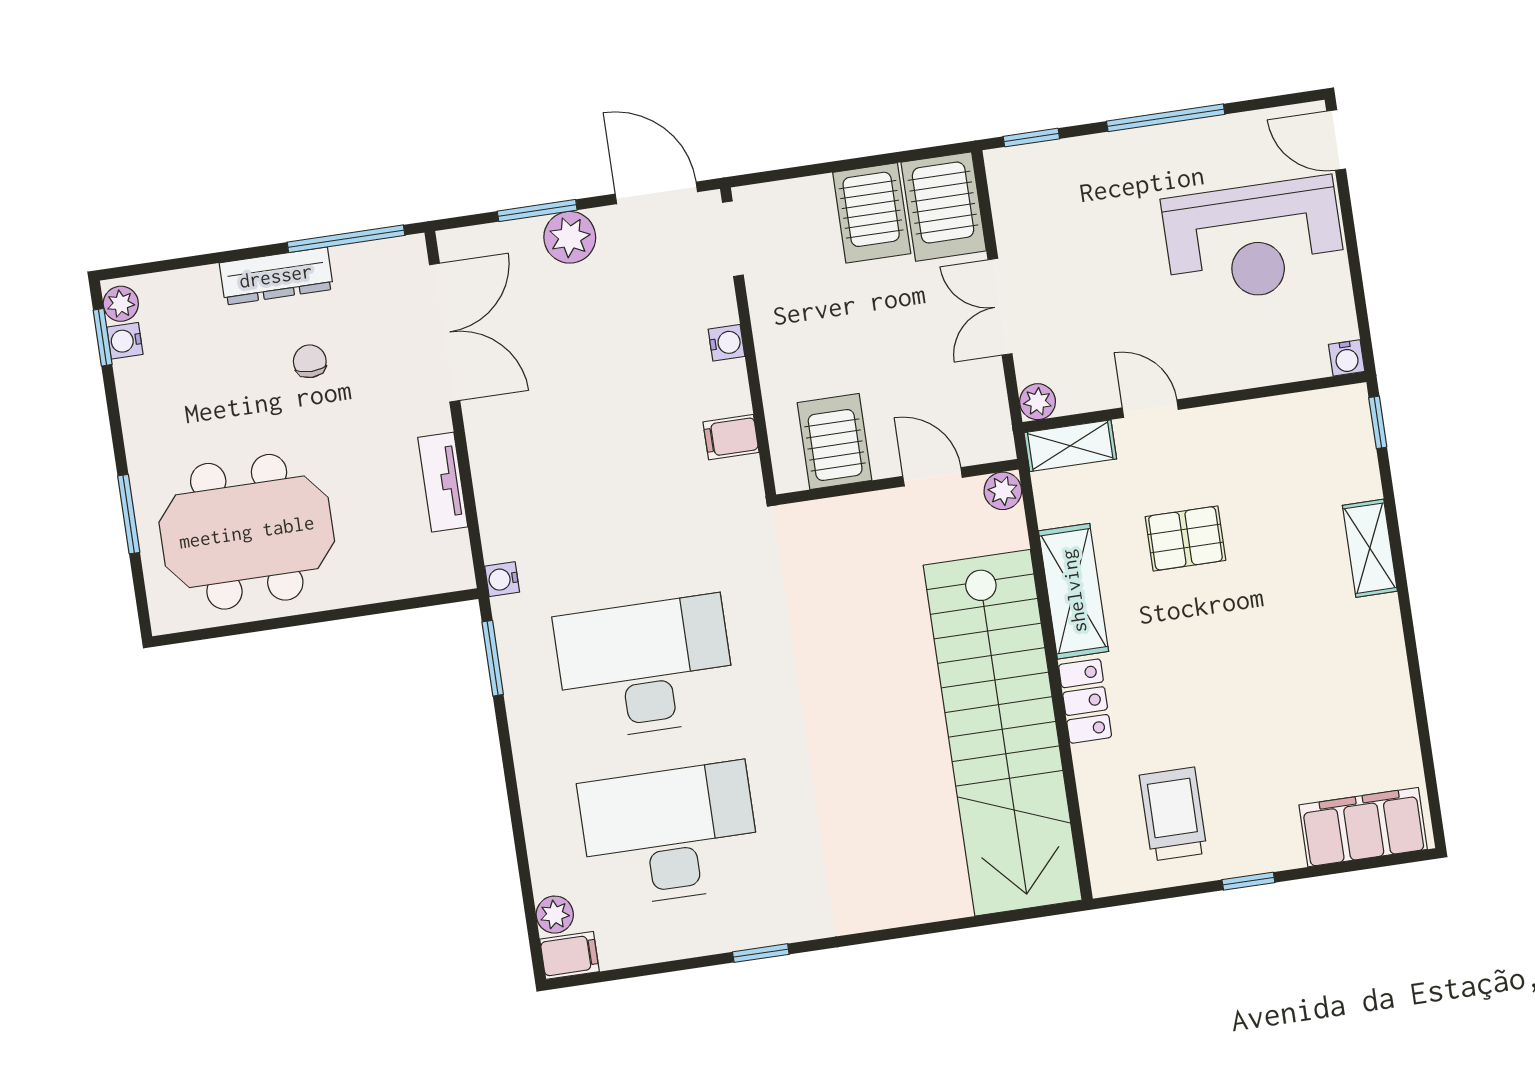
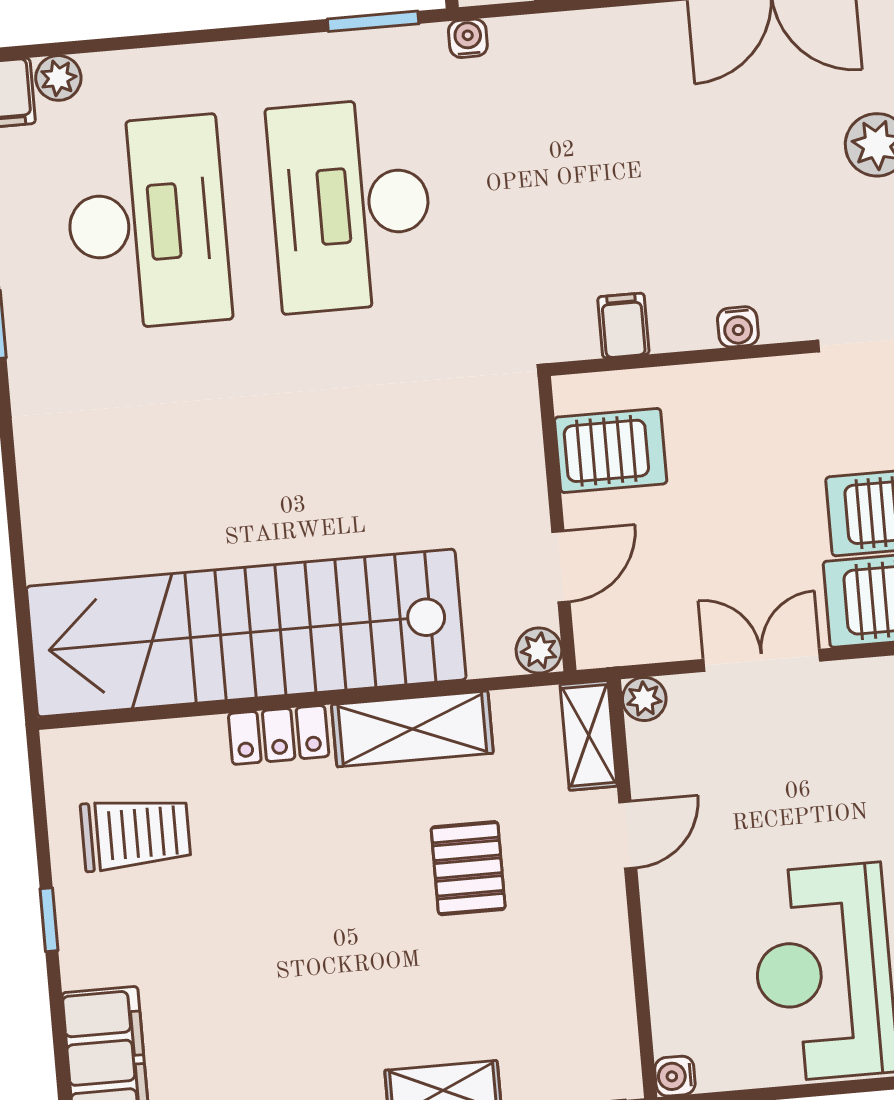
desk: (645, 668) -> (351, 205), turned 180

